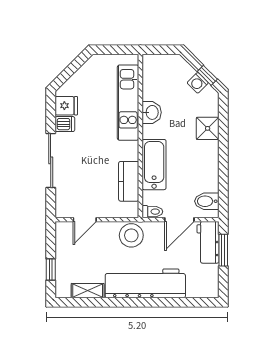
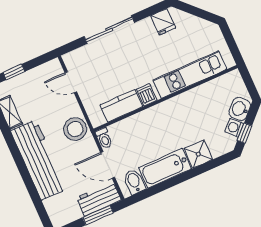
washbasin: (152, 112) -> (240, 109), moved, turned 135
dishwasher: (65, 124) -> (147, 95), moved, turned 180
bathtub: (154, 165) -> (165, 168), moved, turned 180

